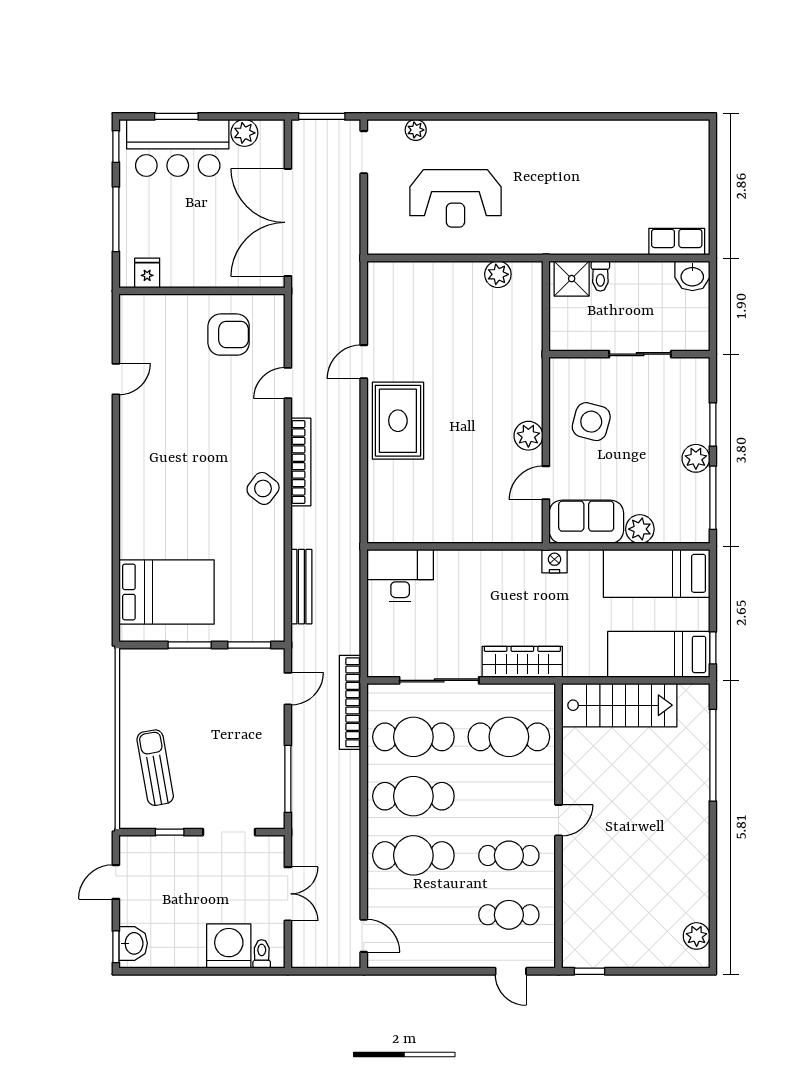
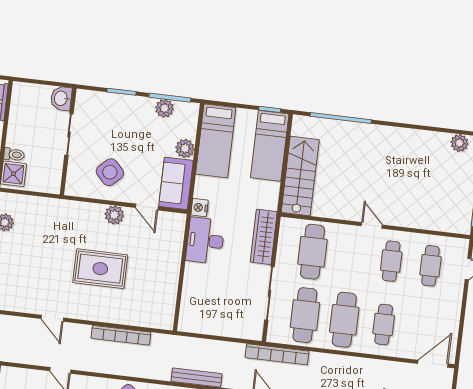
washbasin: (692, 276) -> (61, 98), moved, turned 180
rug: (398, 421) -> (100, 269), moved
side table: (591, 422) -> (110, 172), turned 31
plant: (696, 458) -> (164, 108), moved
bookcase: (301, 462) -> (121, 335), moved, turned 180
desk: (400, 576) -> (205, 241), moved
cafe table: (413, 855) -> (384, 324), width x0.73, depth x0.74
door: (364, 936) -> (433, 364), width x1.37

